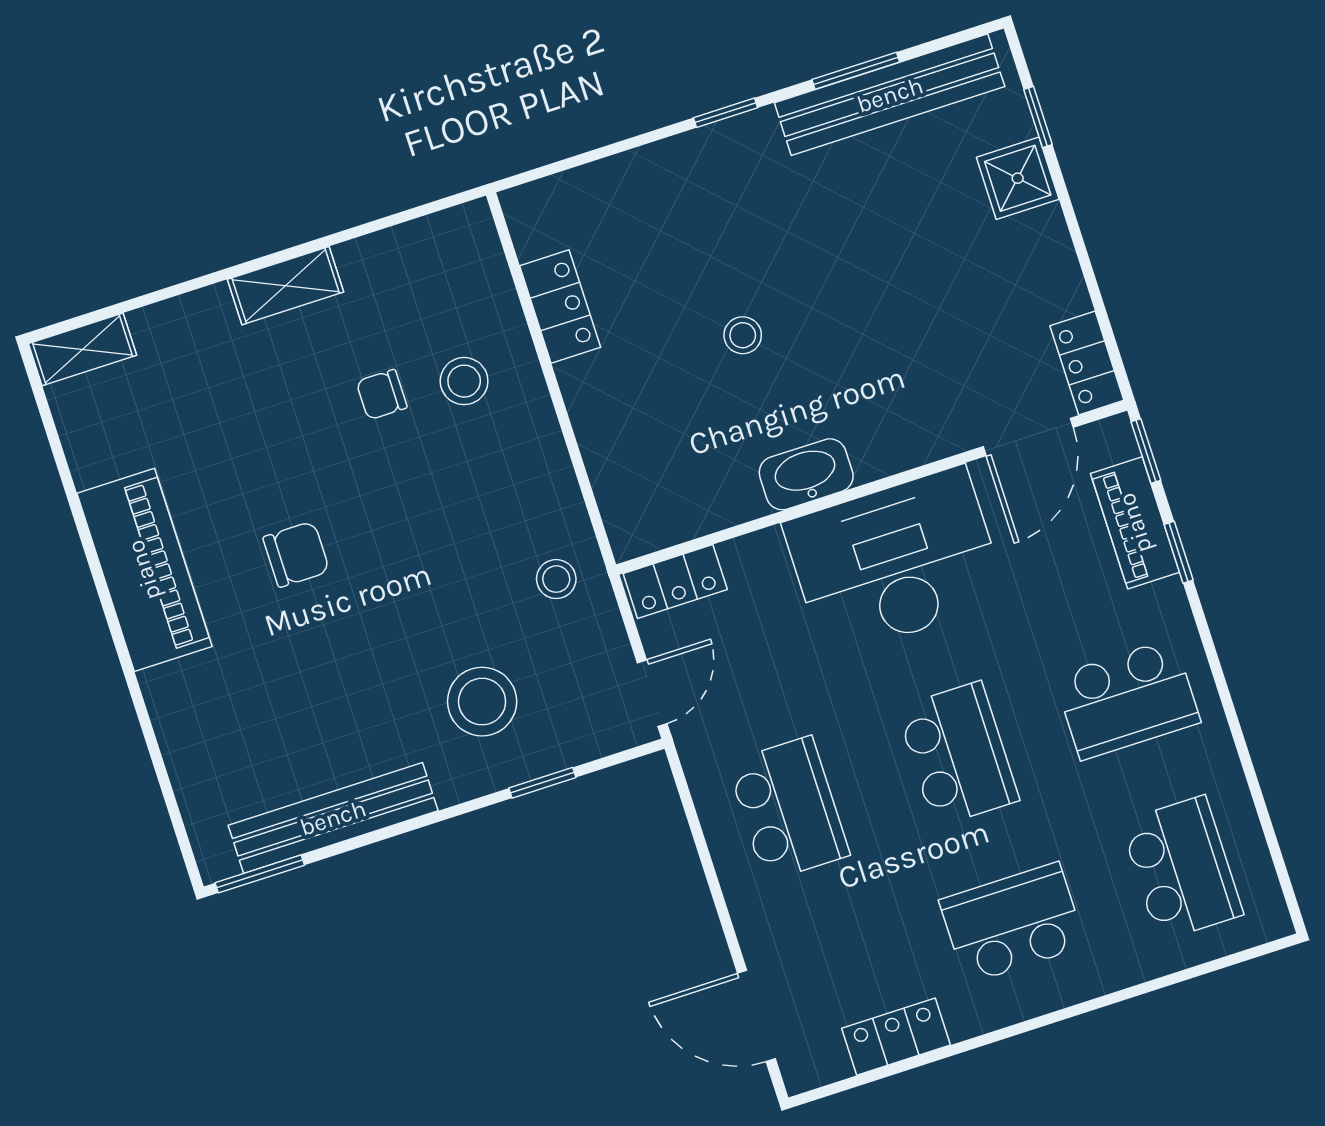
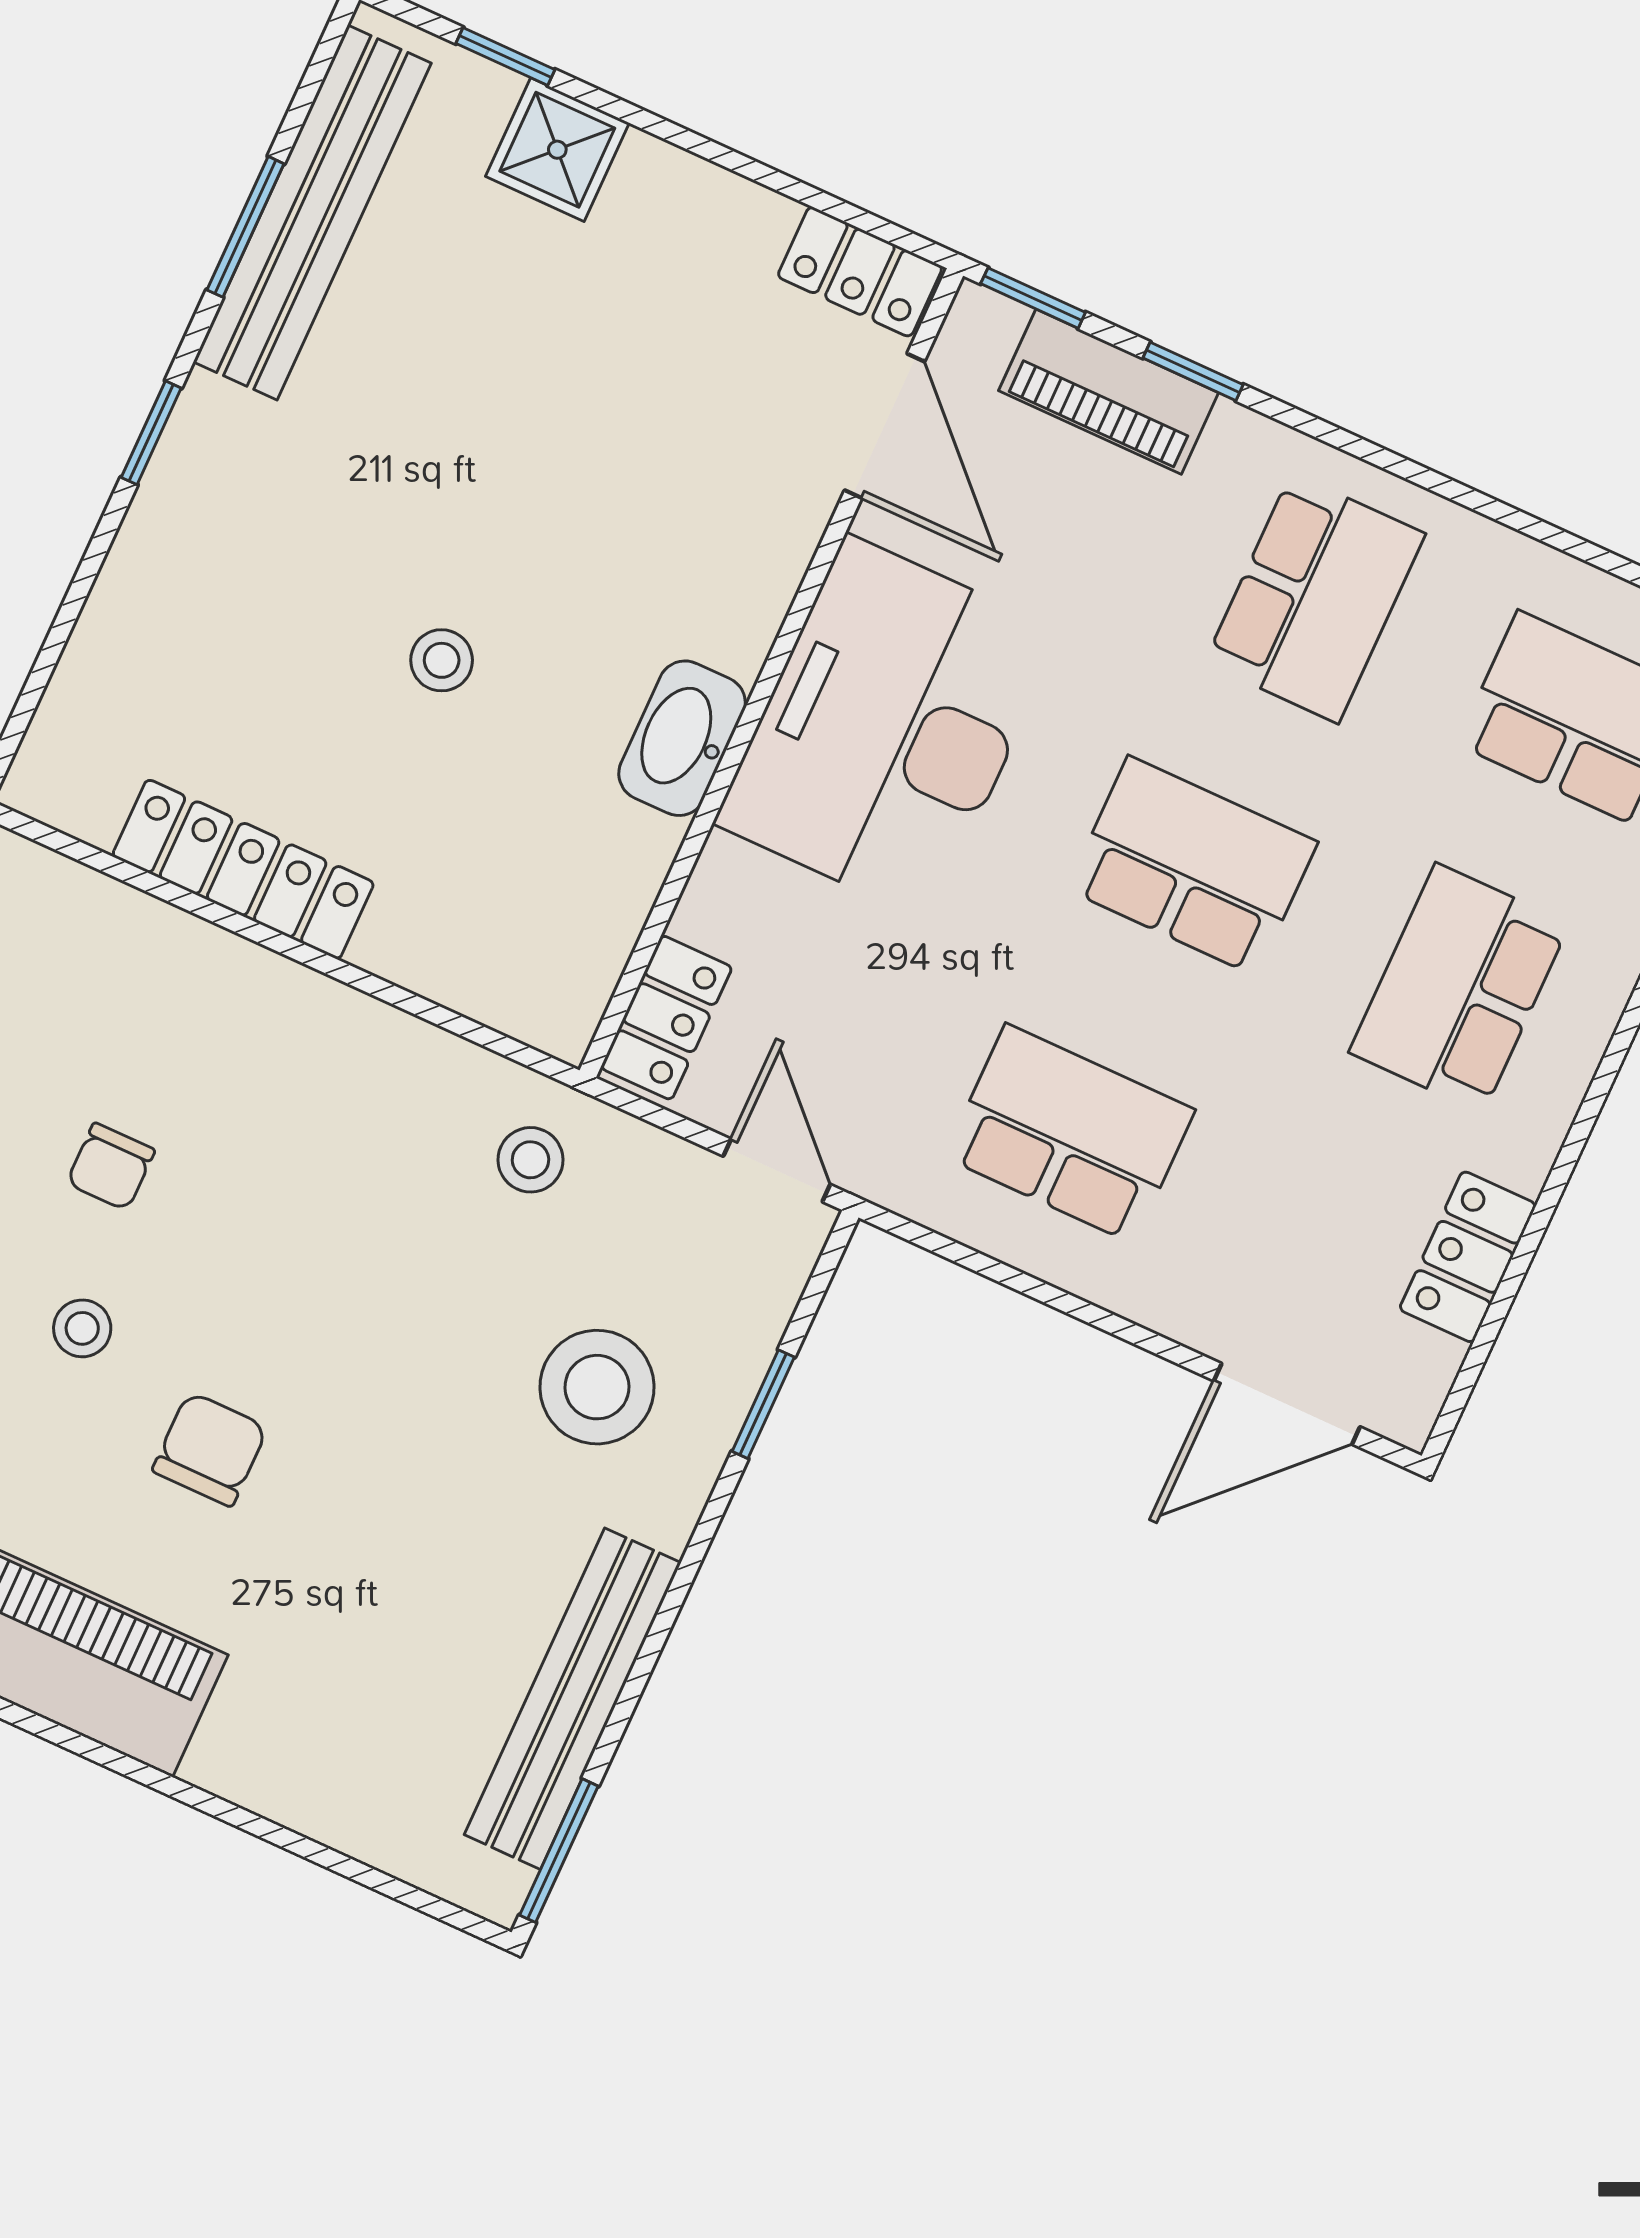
locker: (560, 306) -> (243, 869), width x1.53
stool: (464, 381) -> (82, 1328), moved, width x0.73, depth x0.73

